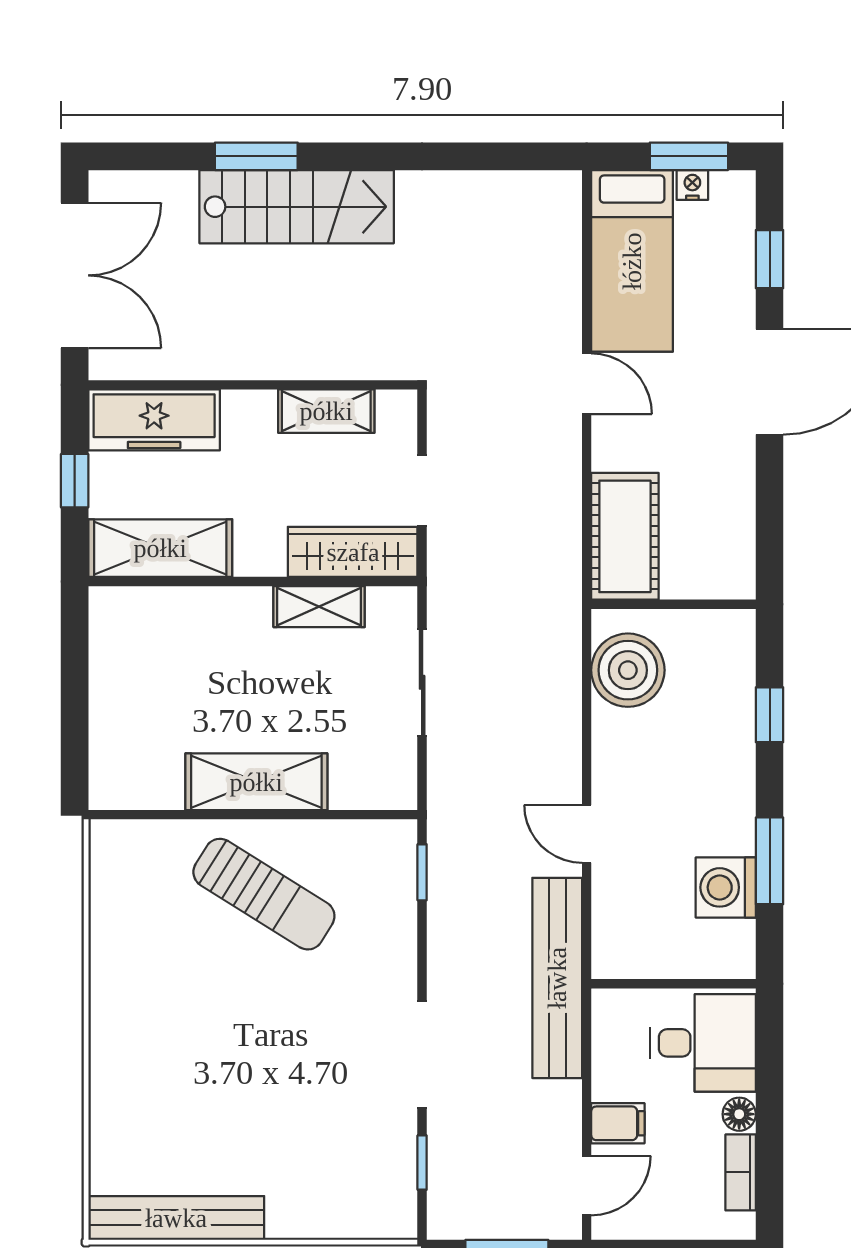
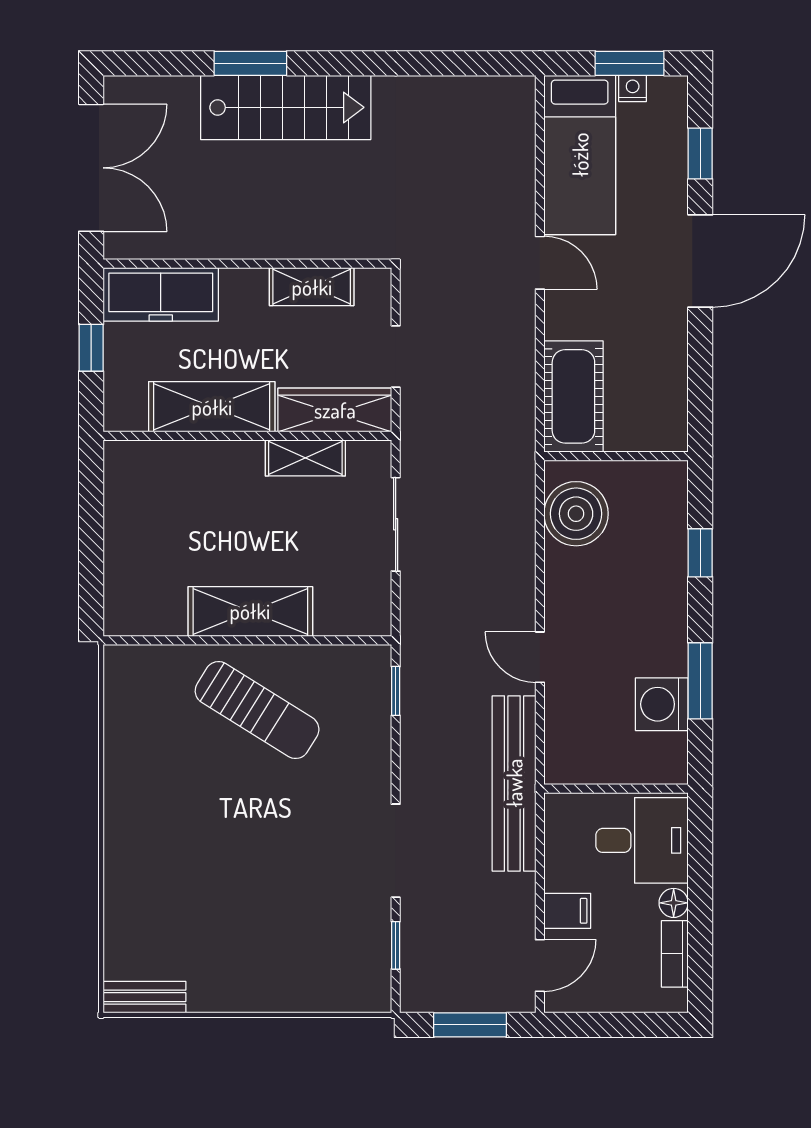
shelving: (160, 548) -> (212, 407), moved
bench: (176, 1218) -> (144, 997), width x0.54, depth x0.82

